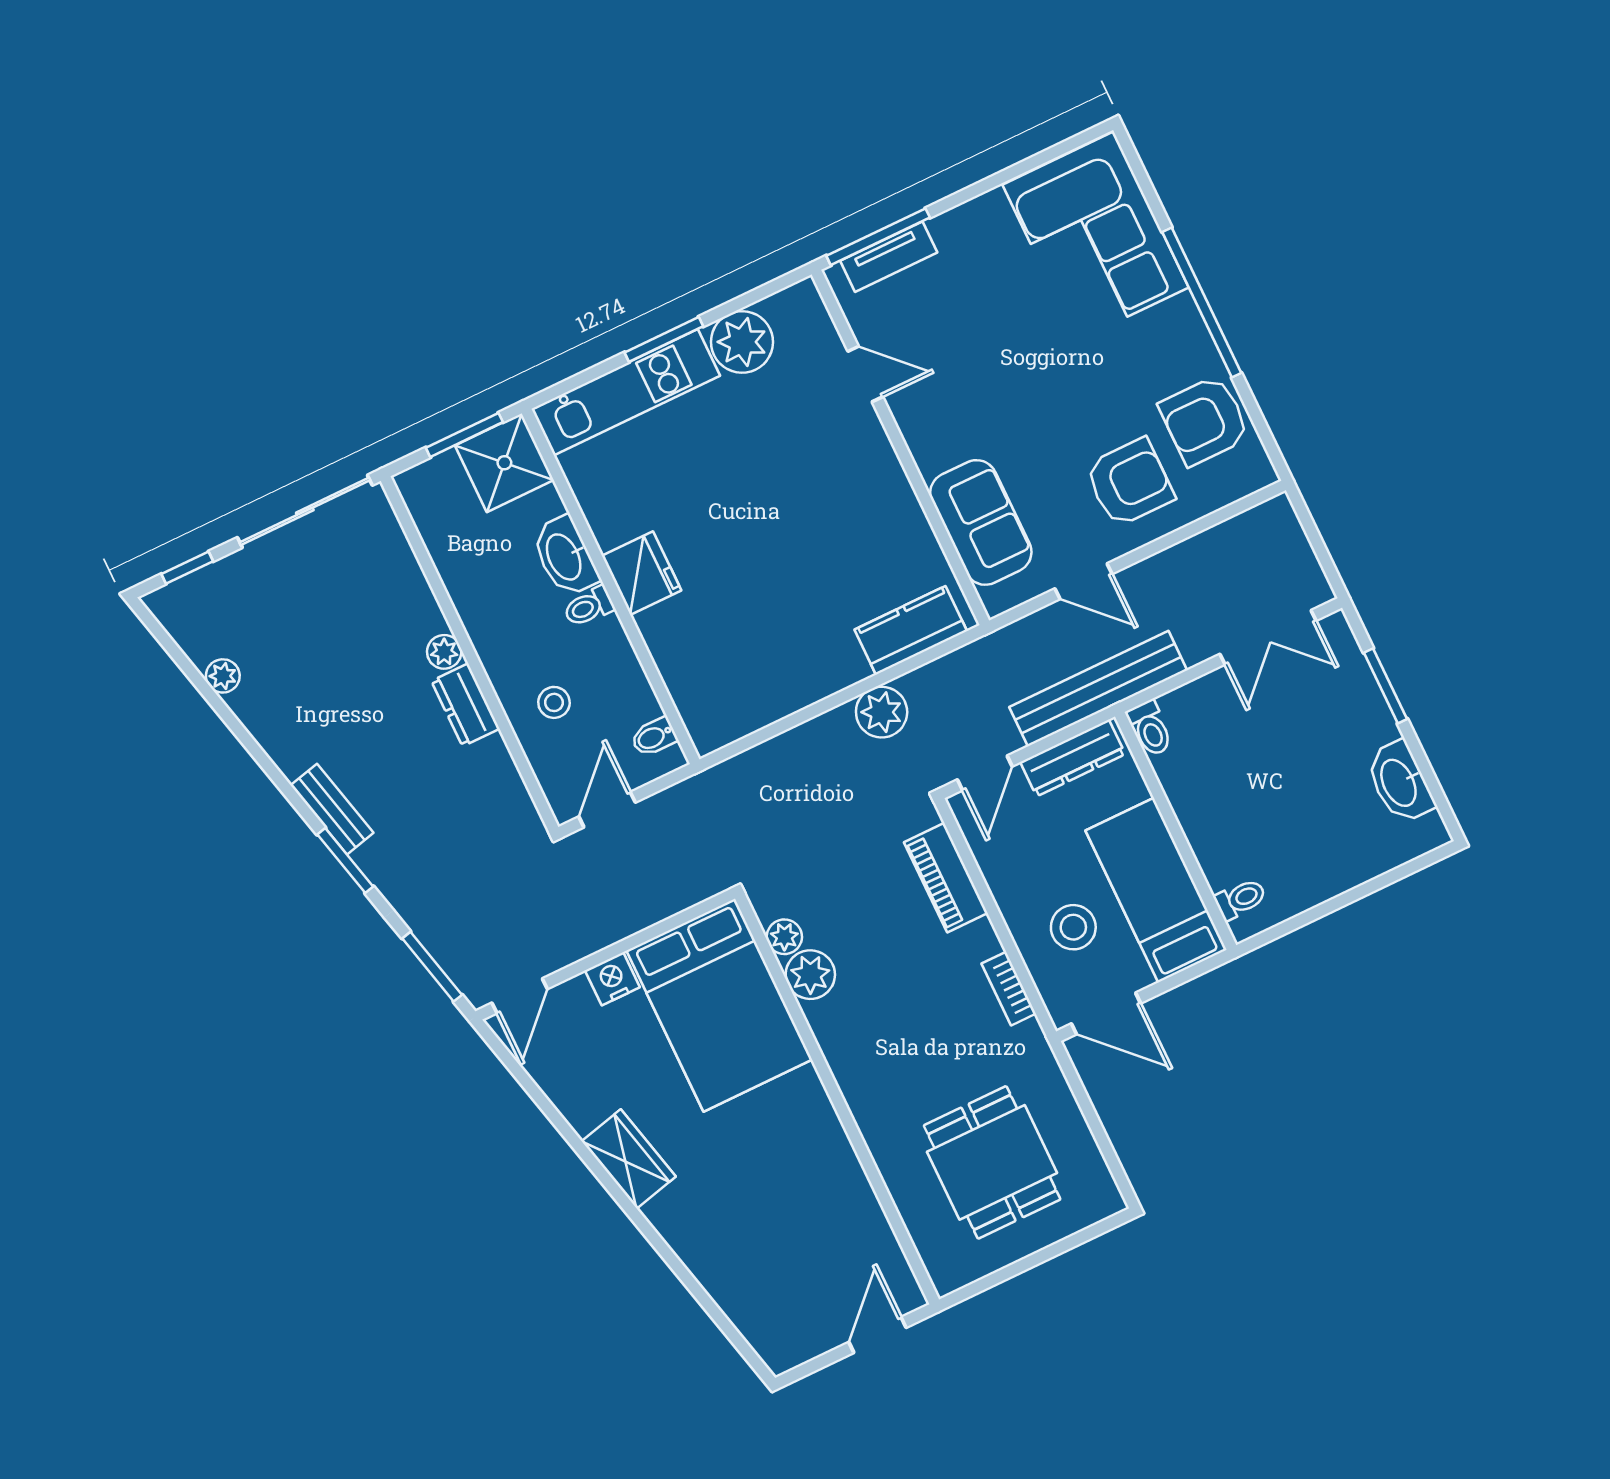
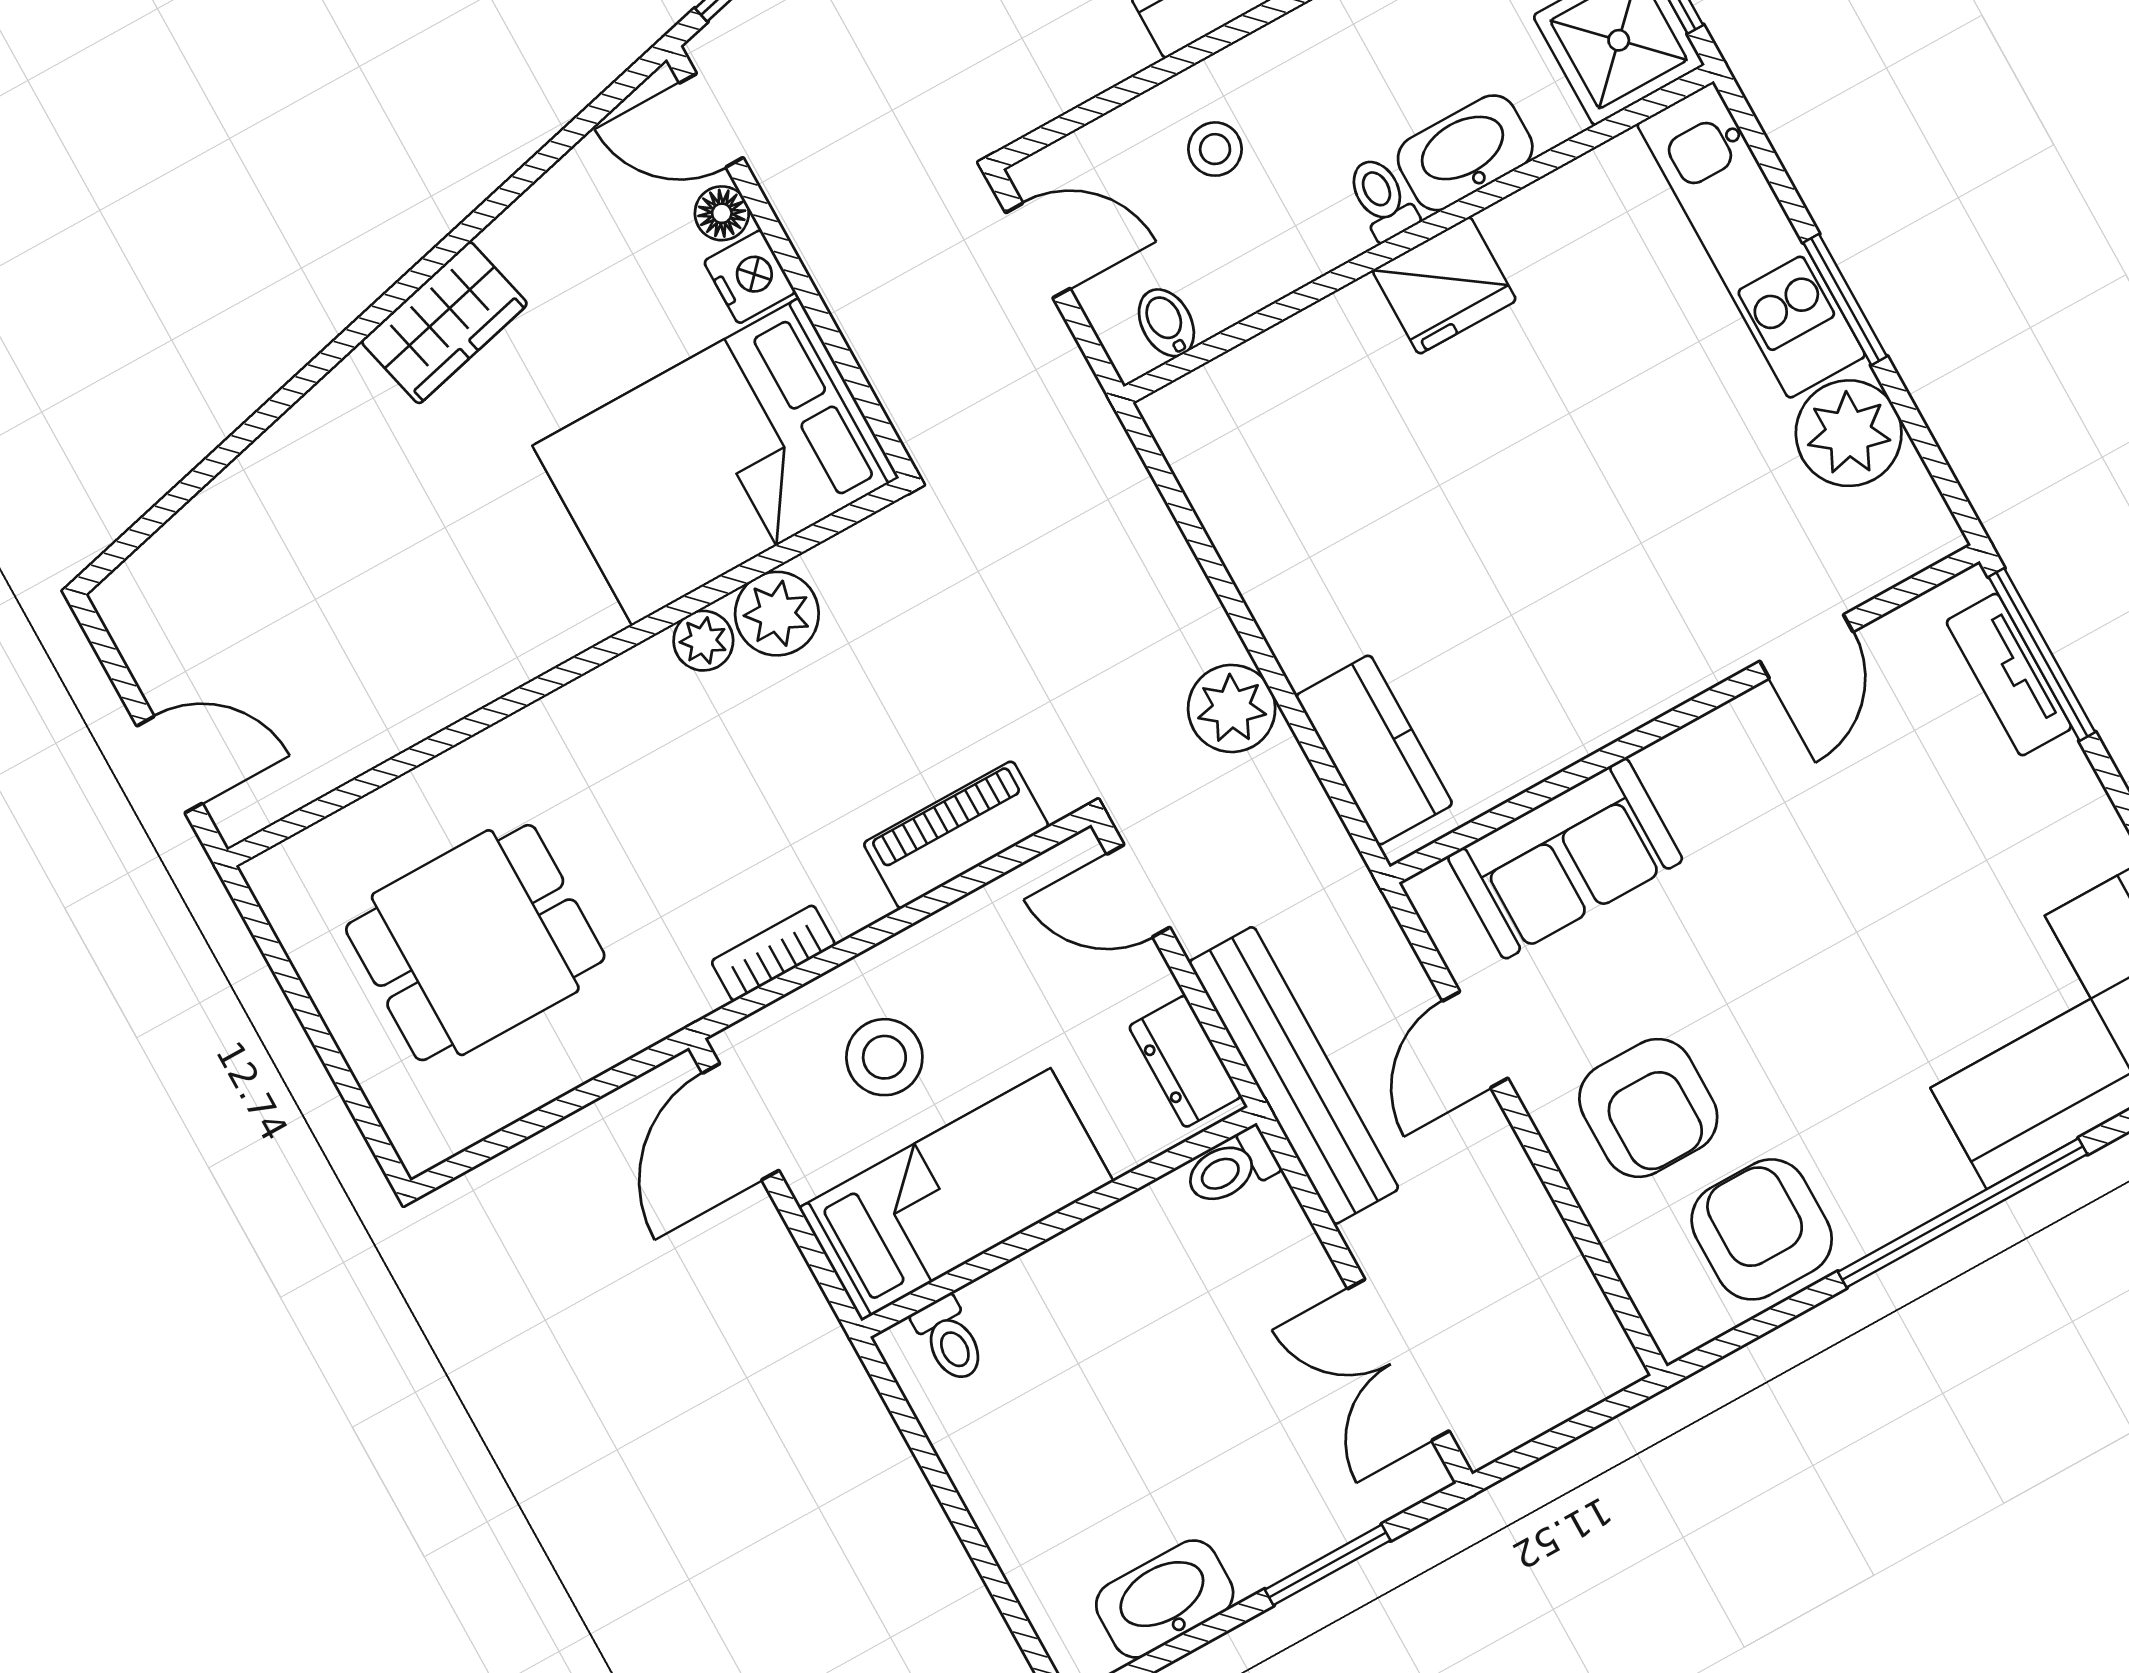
dresser: (1073, 758) -> (1185, 1061), width x0.70
plant: (784, 937) -> (703, 641), moved
floor lamp: (574, 993) -> (722, 213), added

